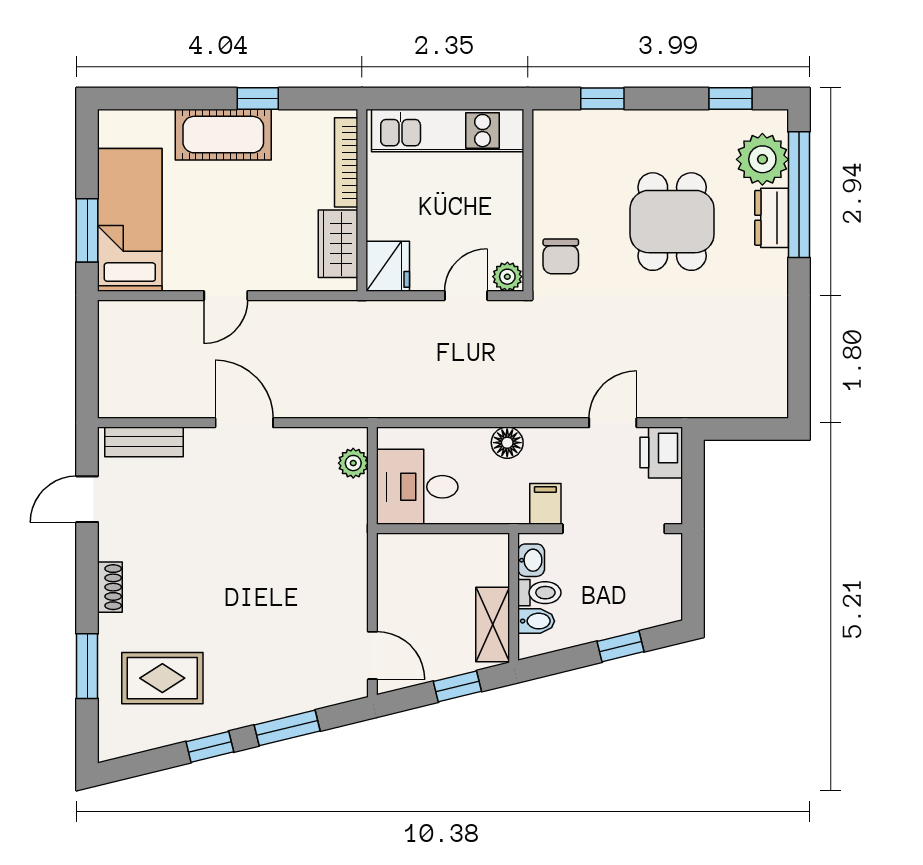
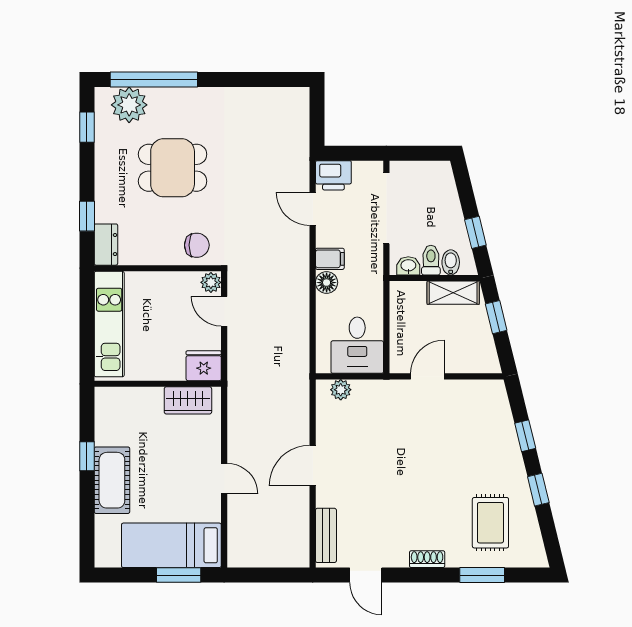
bookcase: (346, 162) -> (131, 395), removed
dresser: (772, 218) -> (106, 245), moved, turned -90
filing cabinet: (545, 504) -> (330, 259), moved, turned 180
window: (621, 646) -> (475, 232), moved
door: (372, 655) -> (427, 376), moved
window: (287, 728) -> (525, 436), width x0.67

